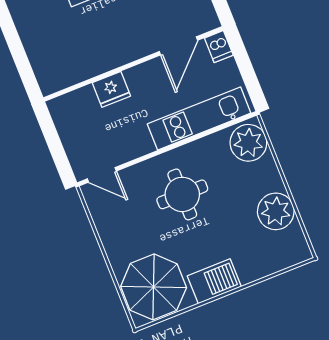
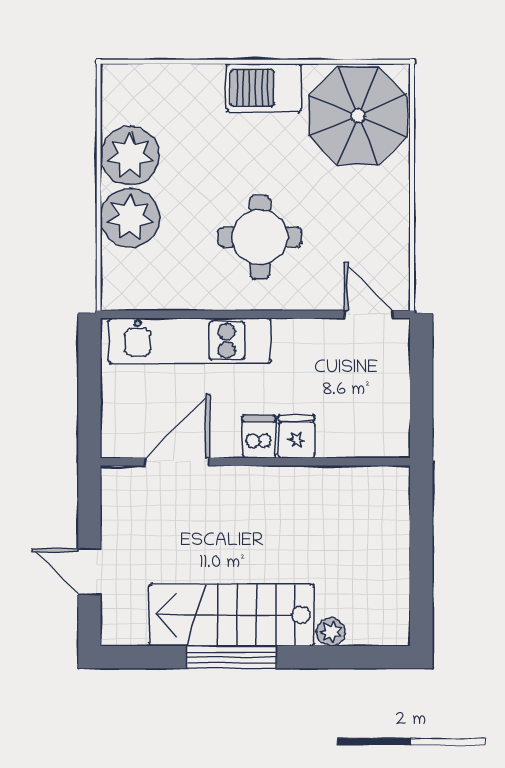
dishwasher: (219, 47) -> (259, 437), moved
fridge: (111, 89) -> (296, 437), width x0.72
plant: (248, 143) -> (130, 218), moved

